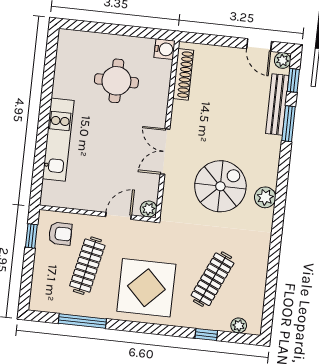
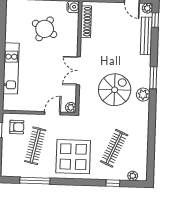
round table: (116, 81) -> (45, 29), turned 30
window: (289, 124) -> (153, 78), moved

